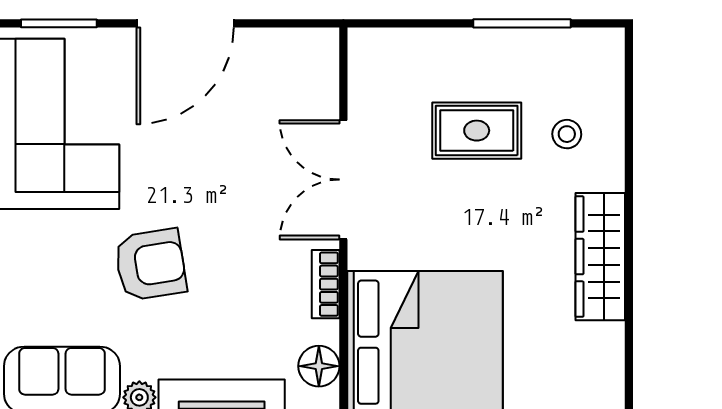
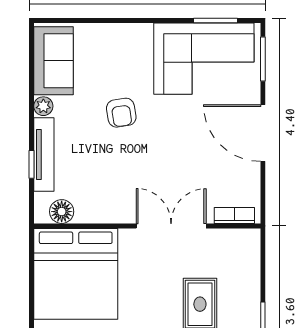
armchair: (150, 265) -> (121, 113), width x0.72, depth x0.72
bookcase: (326, 284) -> (234, 215), moved

